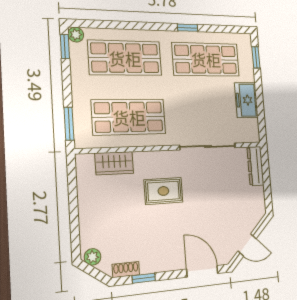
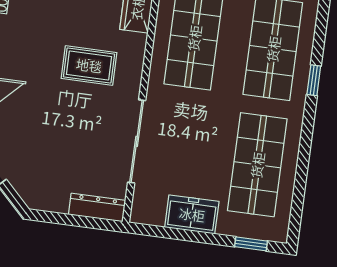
window: (188, 28) -> (314, 80), moved
rug: (163, 191) -> (89, 65), turned 90

